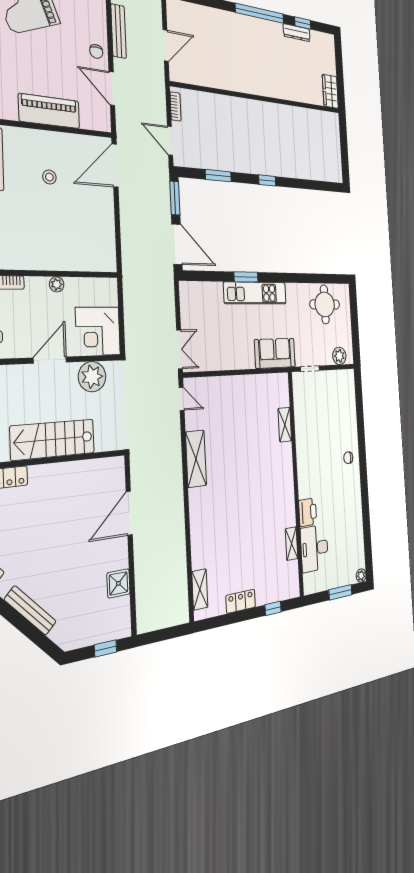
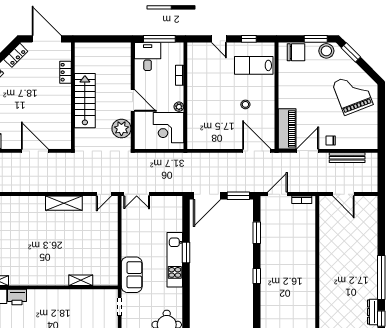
piano: (49, 111) -> (287, 129), moved
corner desk: (98, 331) -> (168, 128), moved, turned -90

